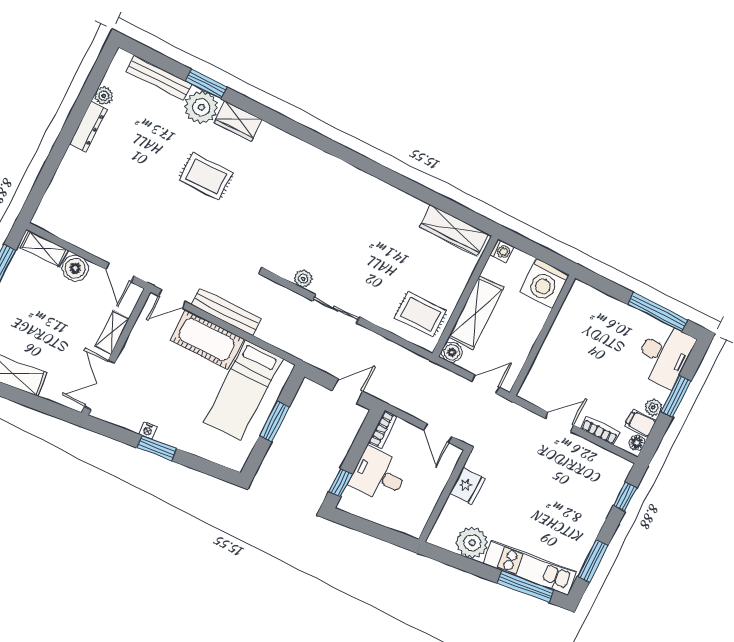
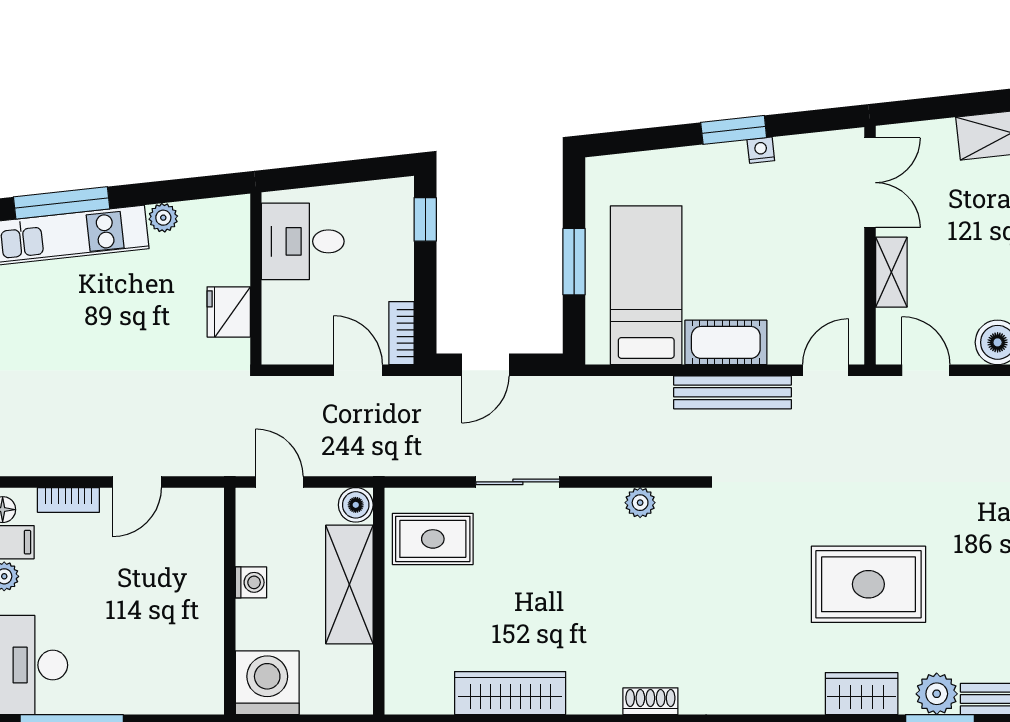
plant: (201, 107) -> (937, 694), width x0.73, depth x0.73
shoe rack: (350, 173) -> (650, 701), added
rug: (206, 176) -> (868, 584), width x1.36, depth x1.43
wardrobe: (454, 231) -> (510, 693), moved
washing machine: (502, 251) -> (251, 582), moved, turned 180
sliding door: (336, 309) -> (518, 482), moved
cot: (207, 339) -> (726, 342), width x0.73, depth x0.75
door: (485, 384) -> (279, 482), swing flipped
door: (438, 433) -> (358, 370), moved
desk: (379, 475) -> (303, 241), moved, turned 180
plant: (472, 543) -> (163, 218), width x0.53, depth x0.53

